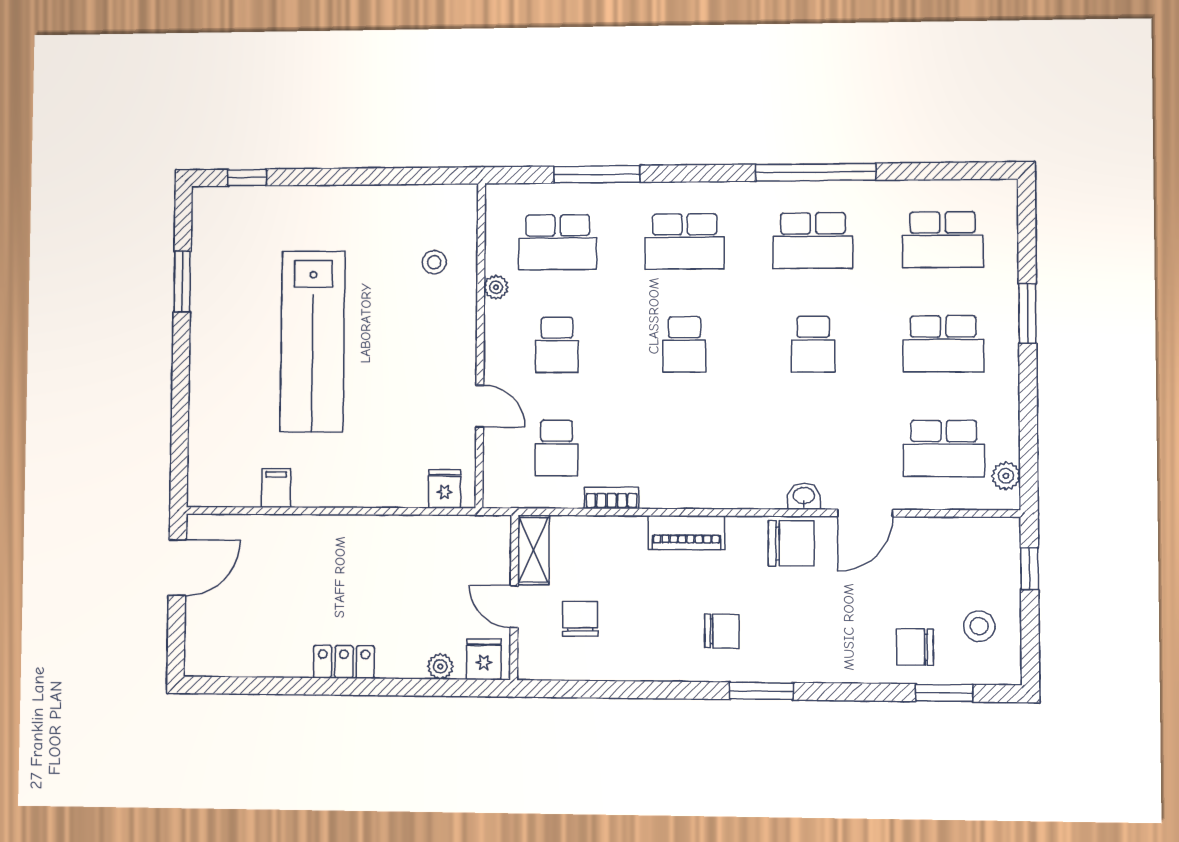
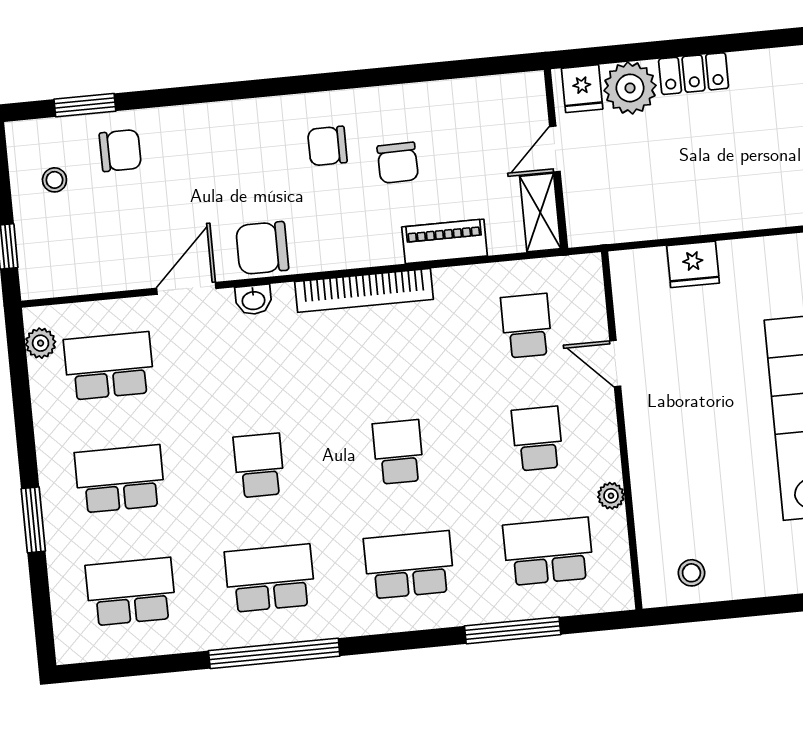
stool: (434, 262) -> (691, 573), moved
fridge: (445, 489) -> (693, 264), moved, width x1.38
bookcase: (612, 498) -> (364, 290), moved, width x2.31, depth x1.31
piano: (686, 533) -> (445, 241), moved
door: (514, 607) -> (555, 149), swing flipped
chair: (580, 619) -> (398, 163), moved
stool: (979, 626) -> (54, 180), width x0.73, depth x0.73
locker: (344, 662) -> (694, 74), moved
plant: (440, 666) -> (630, 88), width x1.88, depth x1.88
window: (761, 691) -> (279, 86), removed

